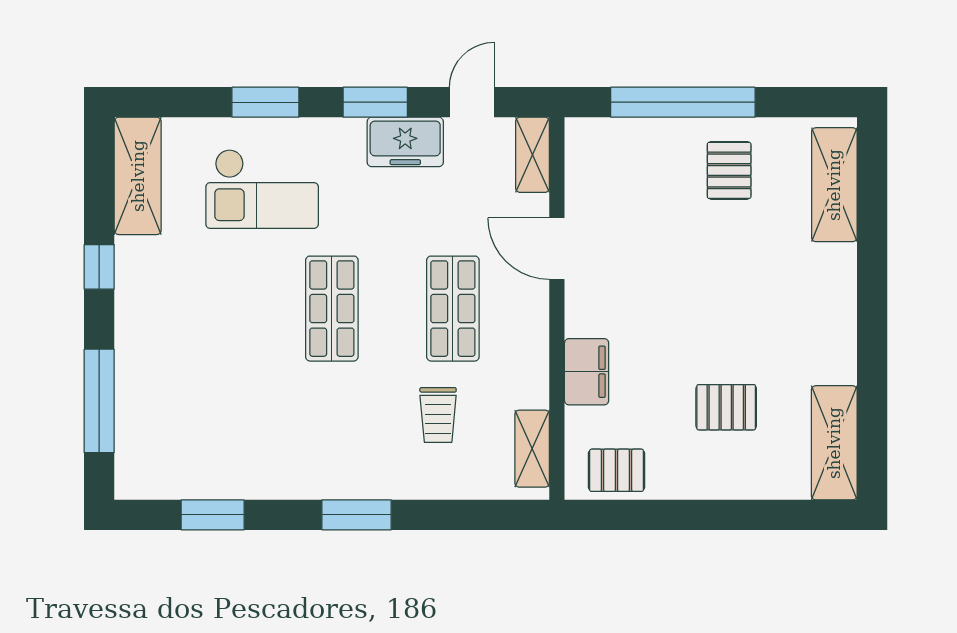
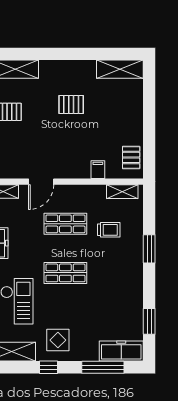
display table: (166, 290) -> (58, 340), added
filing cabinet: (587, 372) -> (98, 170), width x0.50
pallet: (726, 407) -> (71, 105), moved, turned 90
freezer: (139, 446) -> (121, 351), added
window: (357, 515) -> (149, 249), moved

